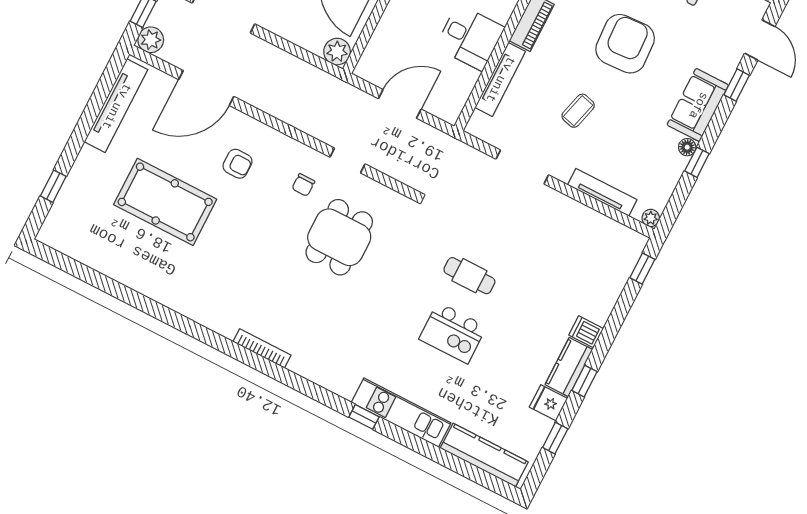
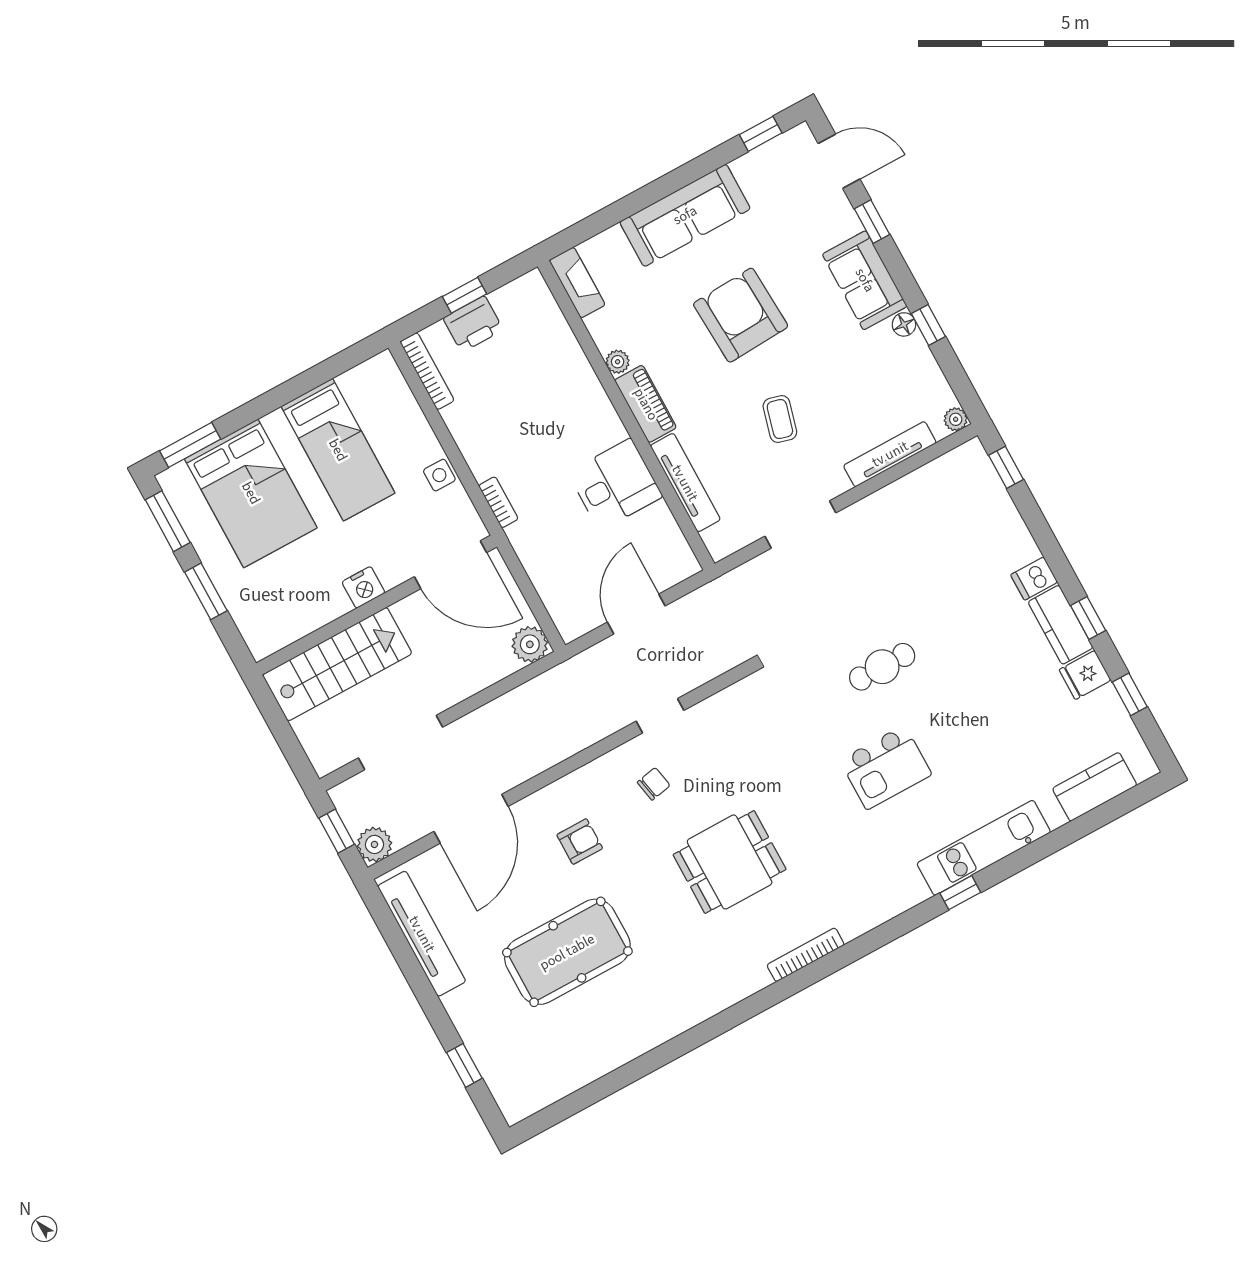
chair: (303, 185) -> (654, 784), turned -101
dining table: (339, 237) -> (730, 862), moved, turned 90
kitchen island: (453, 333) -> (886, 767), moved
kitchen counter: (484, 455) -> (1095, 787), width x0.67

